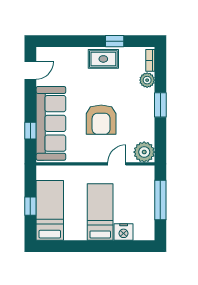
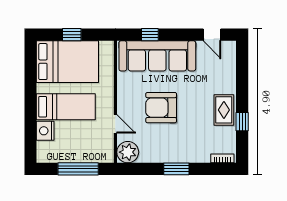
plant: (147, 80) -> (202, 155), removed
bed: (50, 210) -> (67, 62), width x1.50

